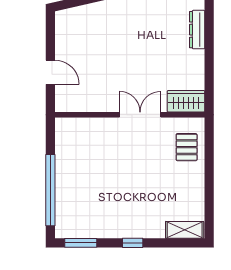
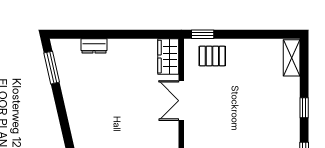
dresser: (197, 30) -> (94, 46), width x0.70
window: (209, 137) -> (203, 34), added

